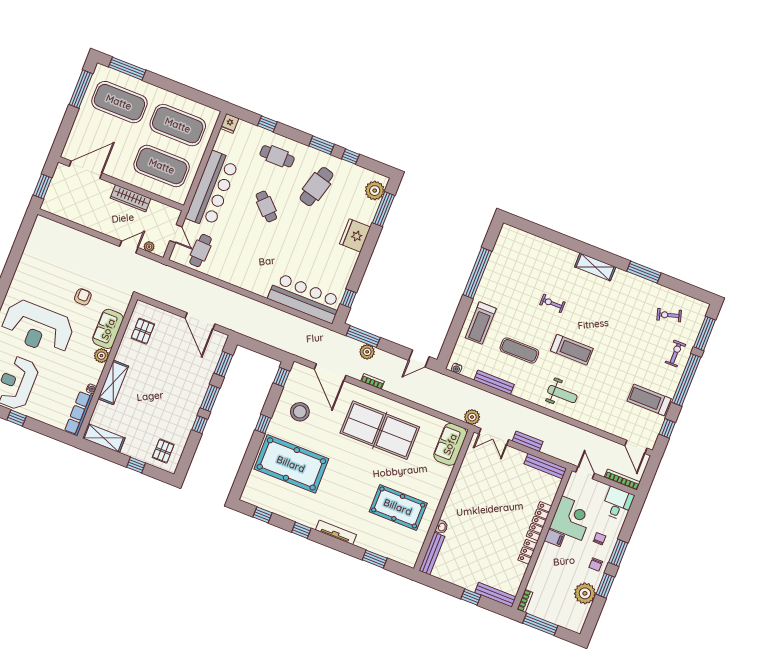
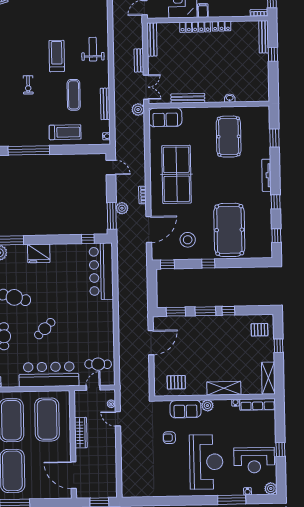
bench: (432, 553) -> (188, 98), moved

